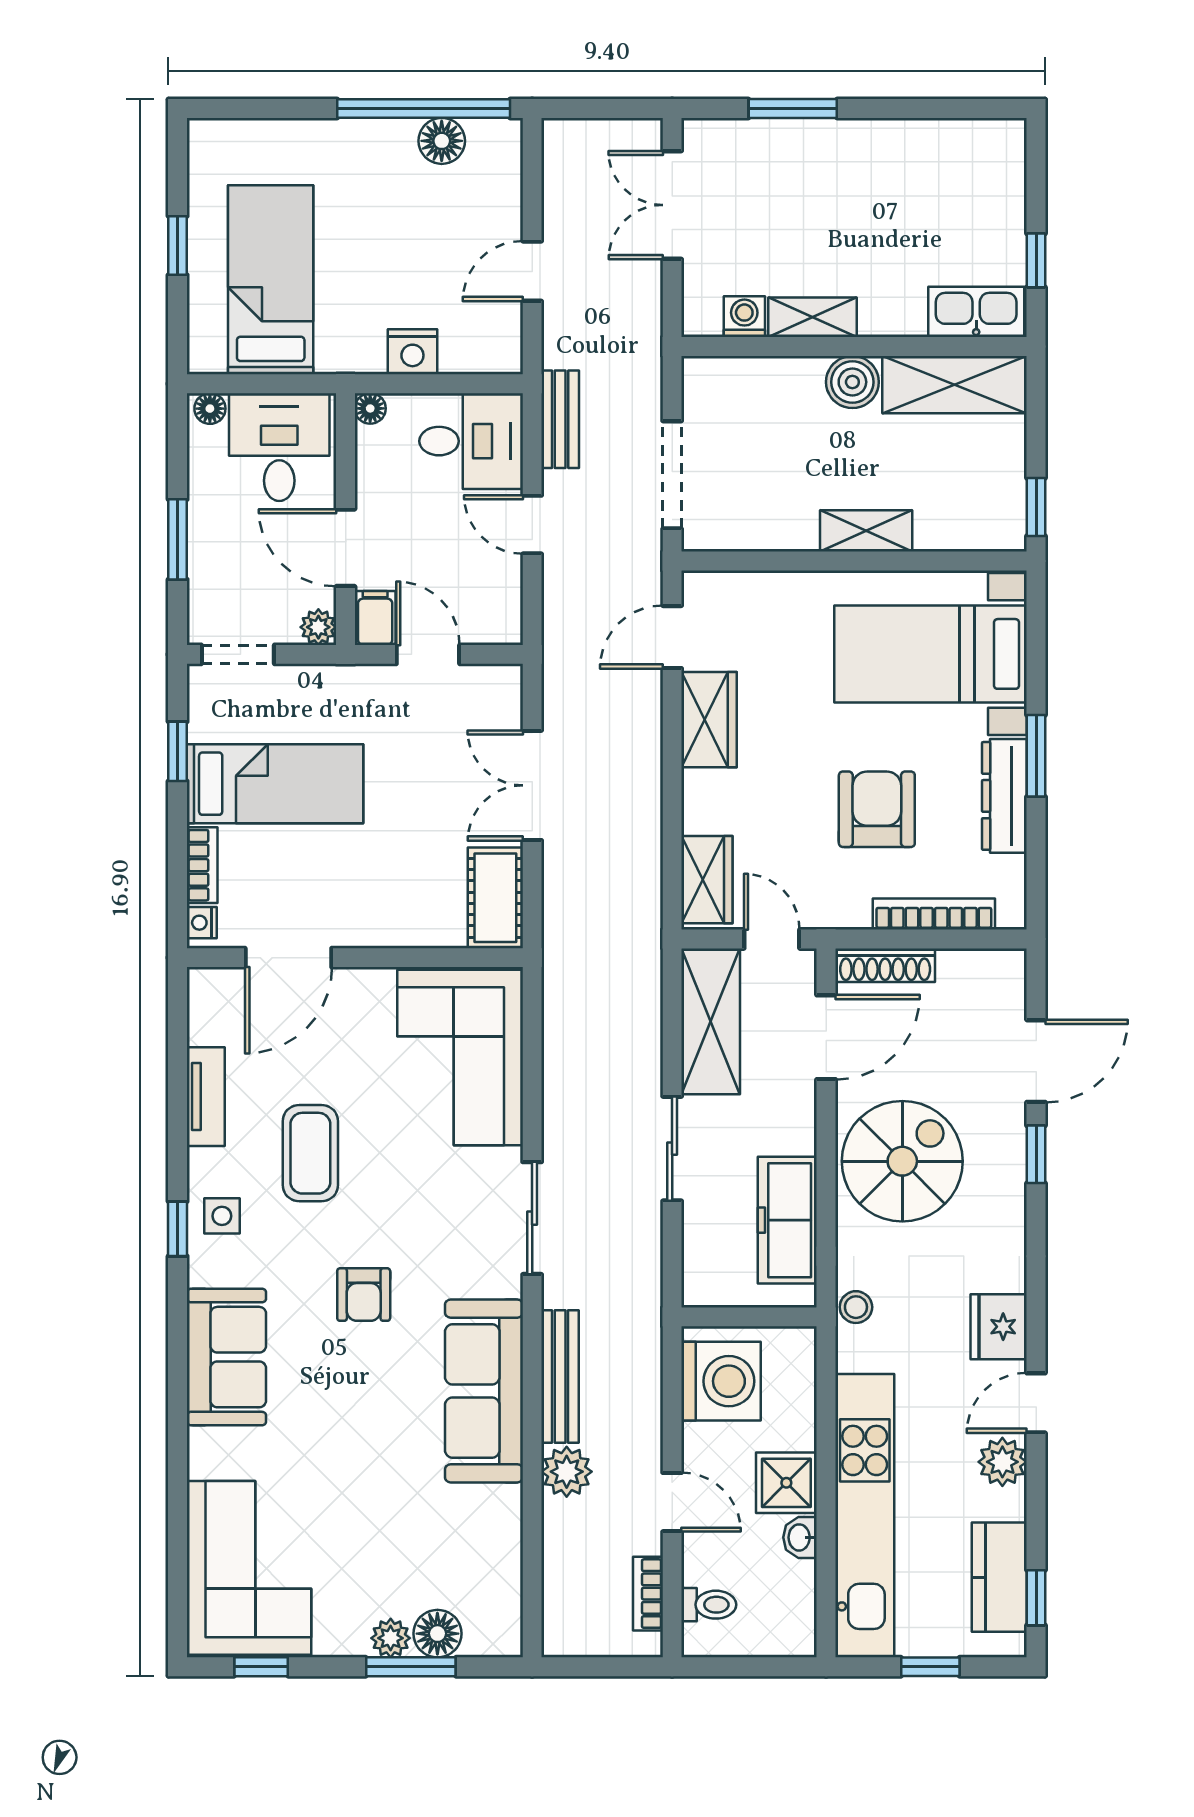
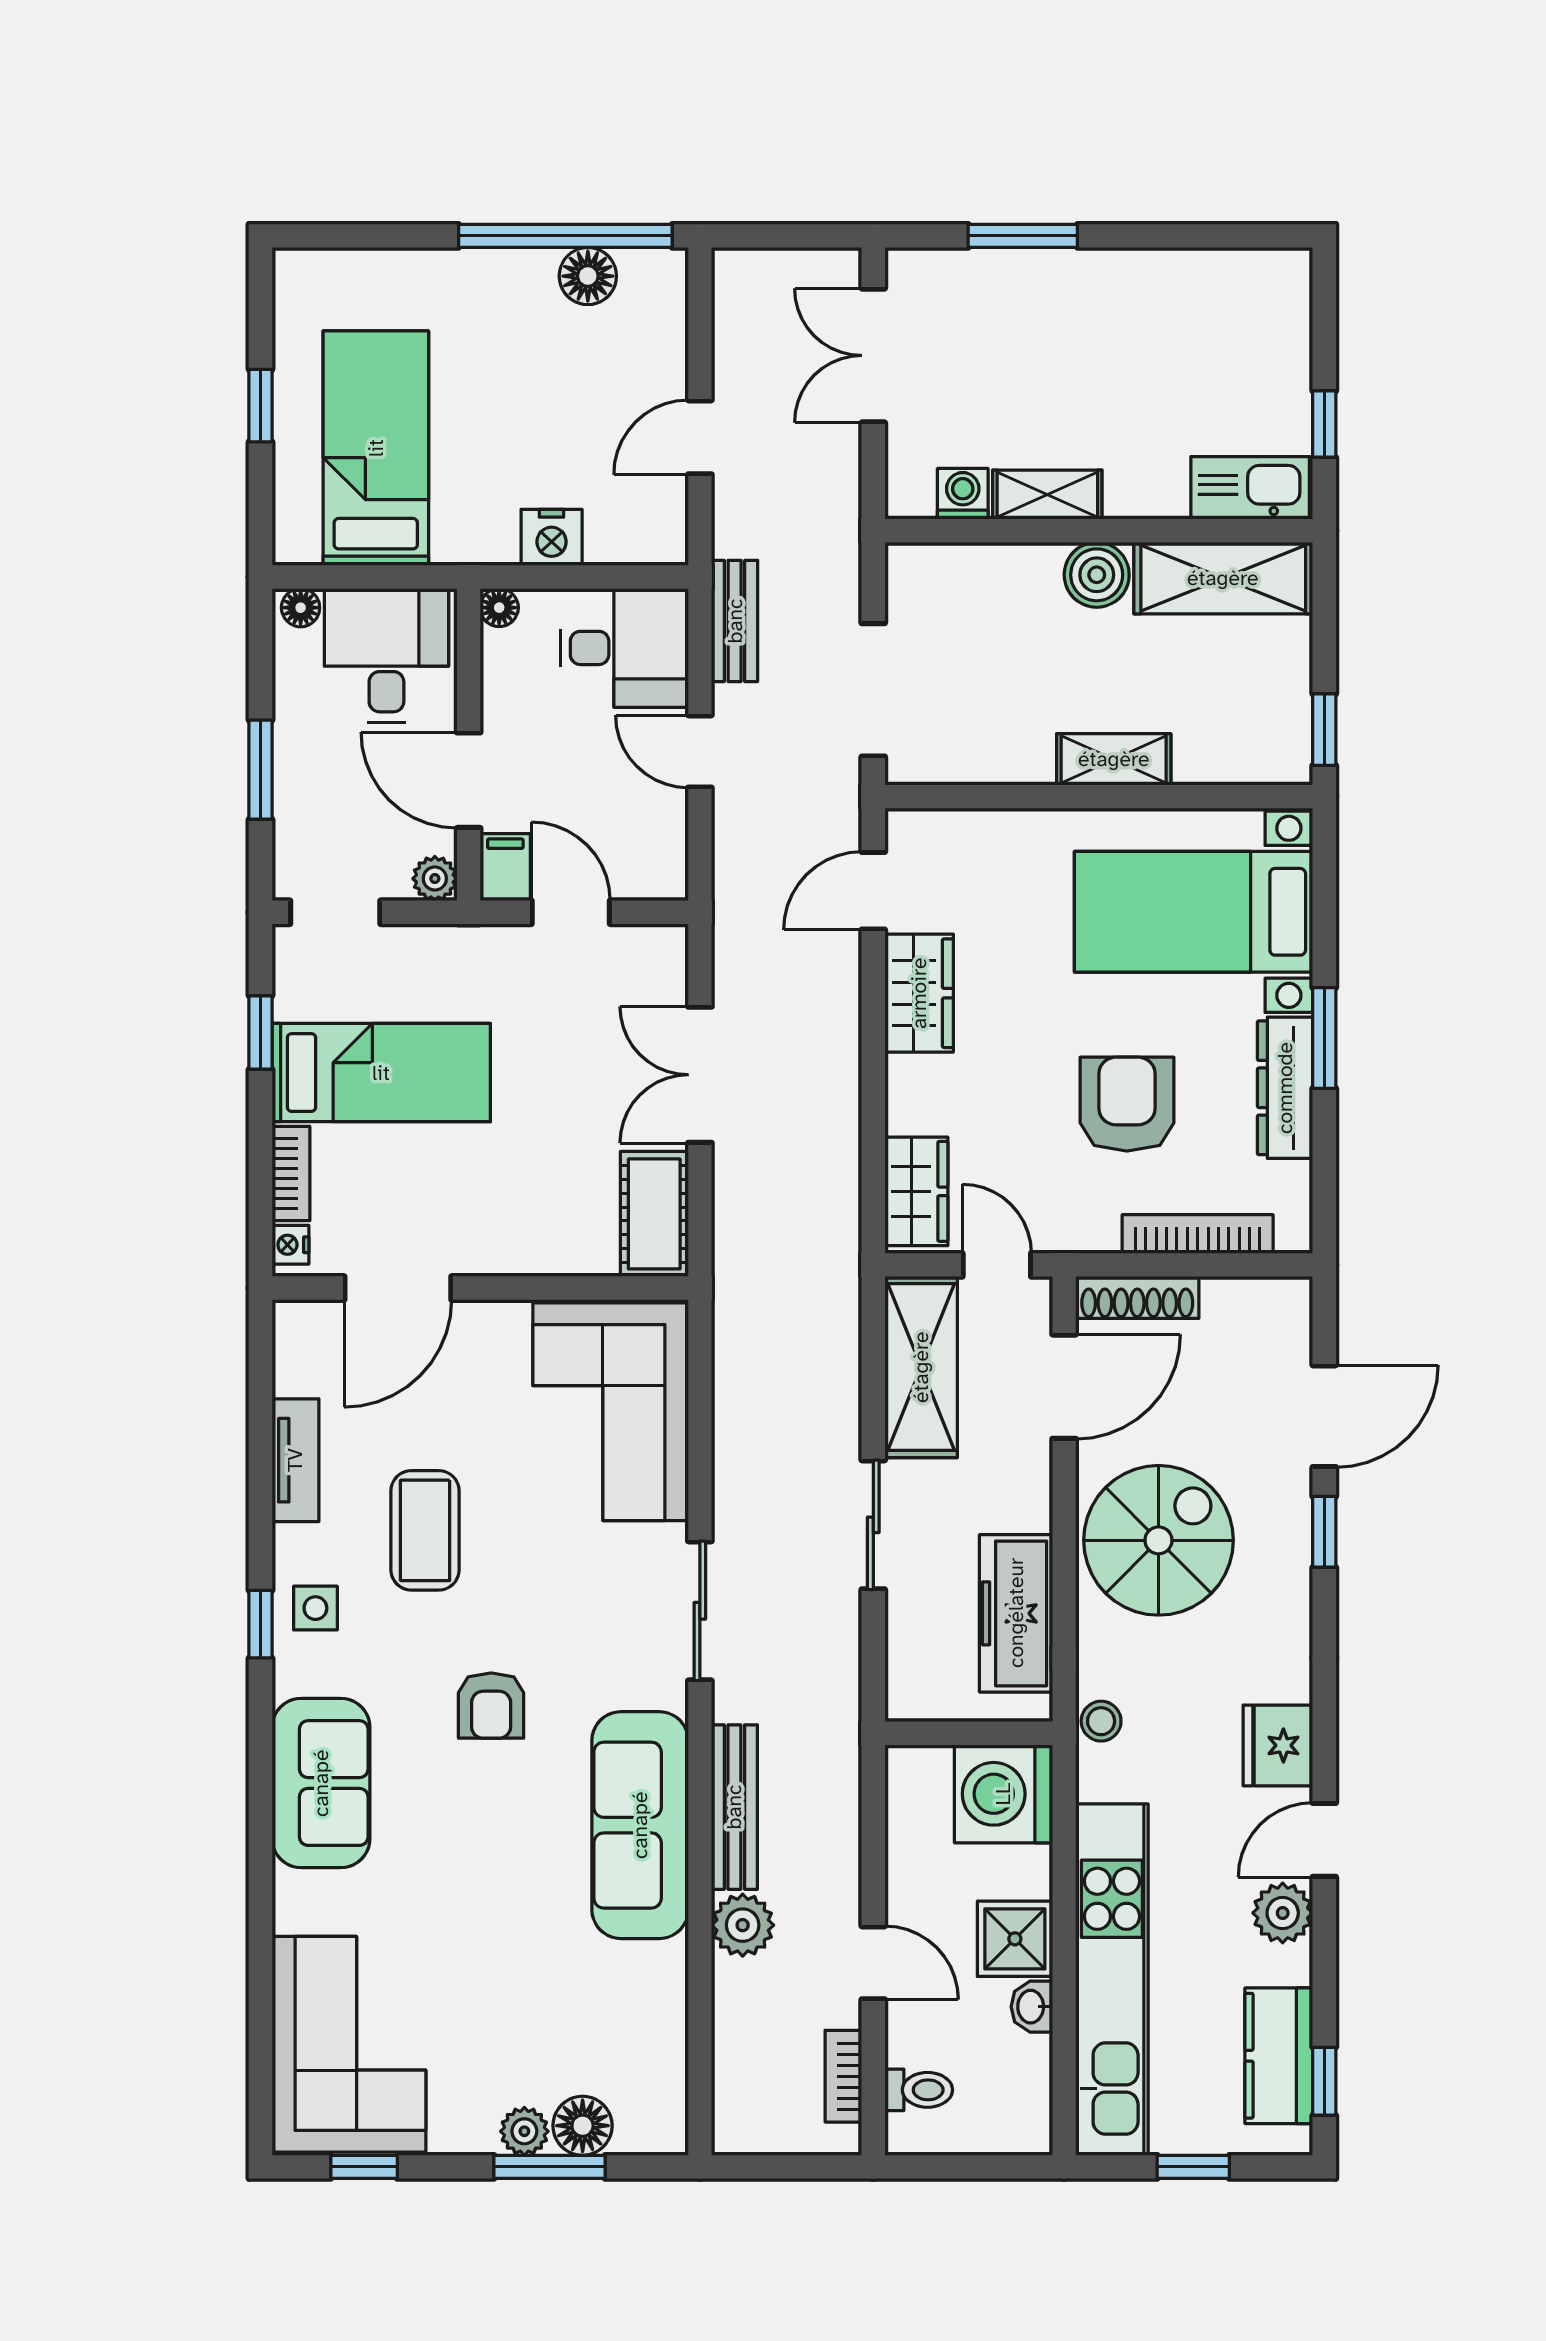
washing machine: (721, 1381) -> (1003, 1794), moved, turned 180

